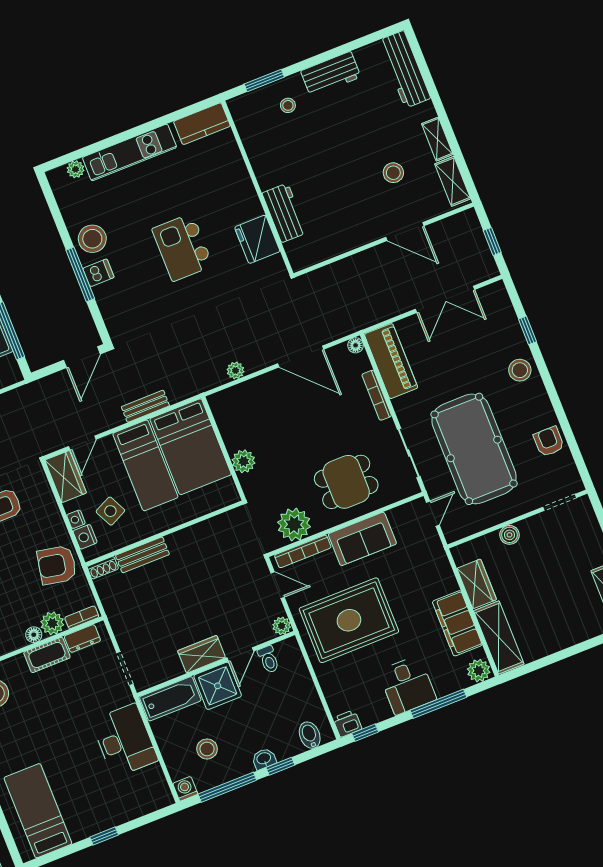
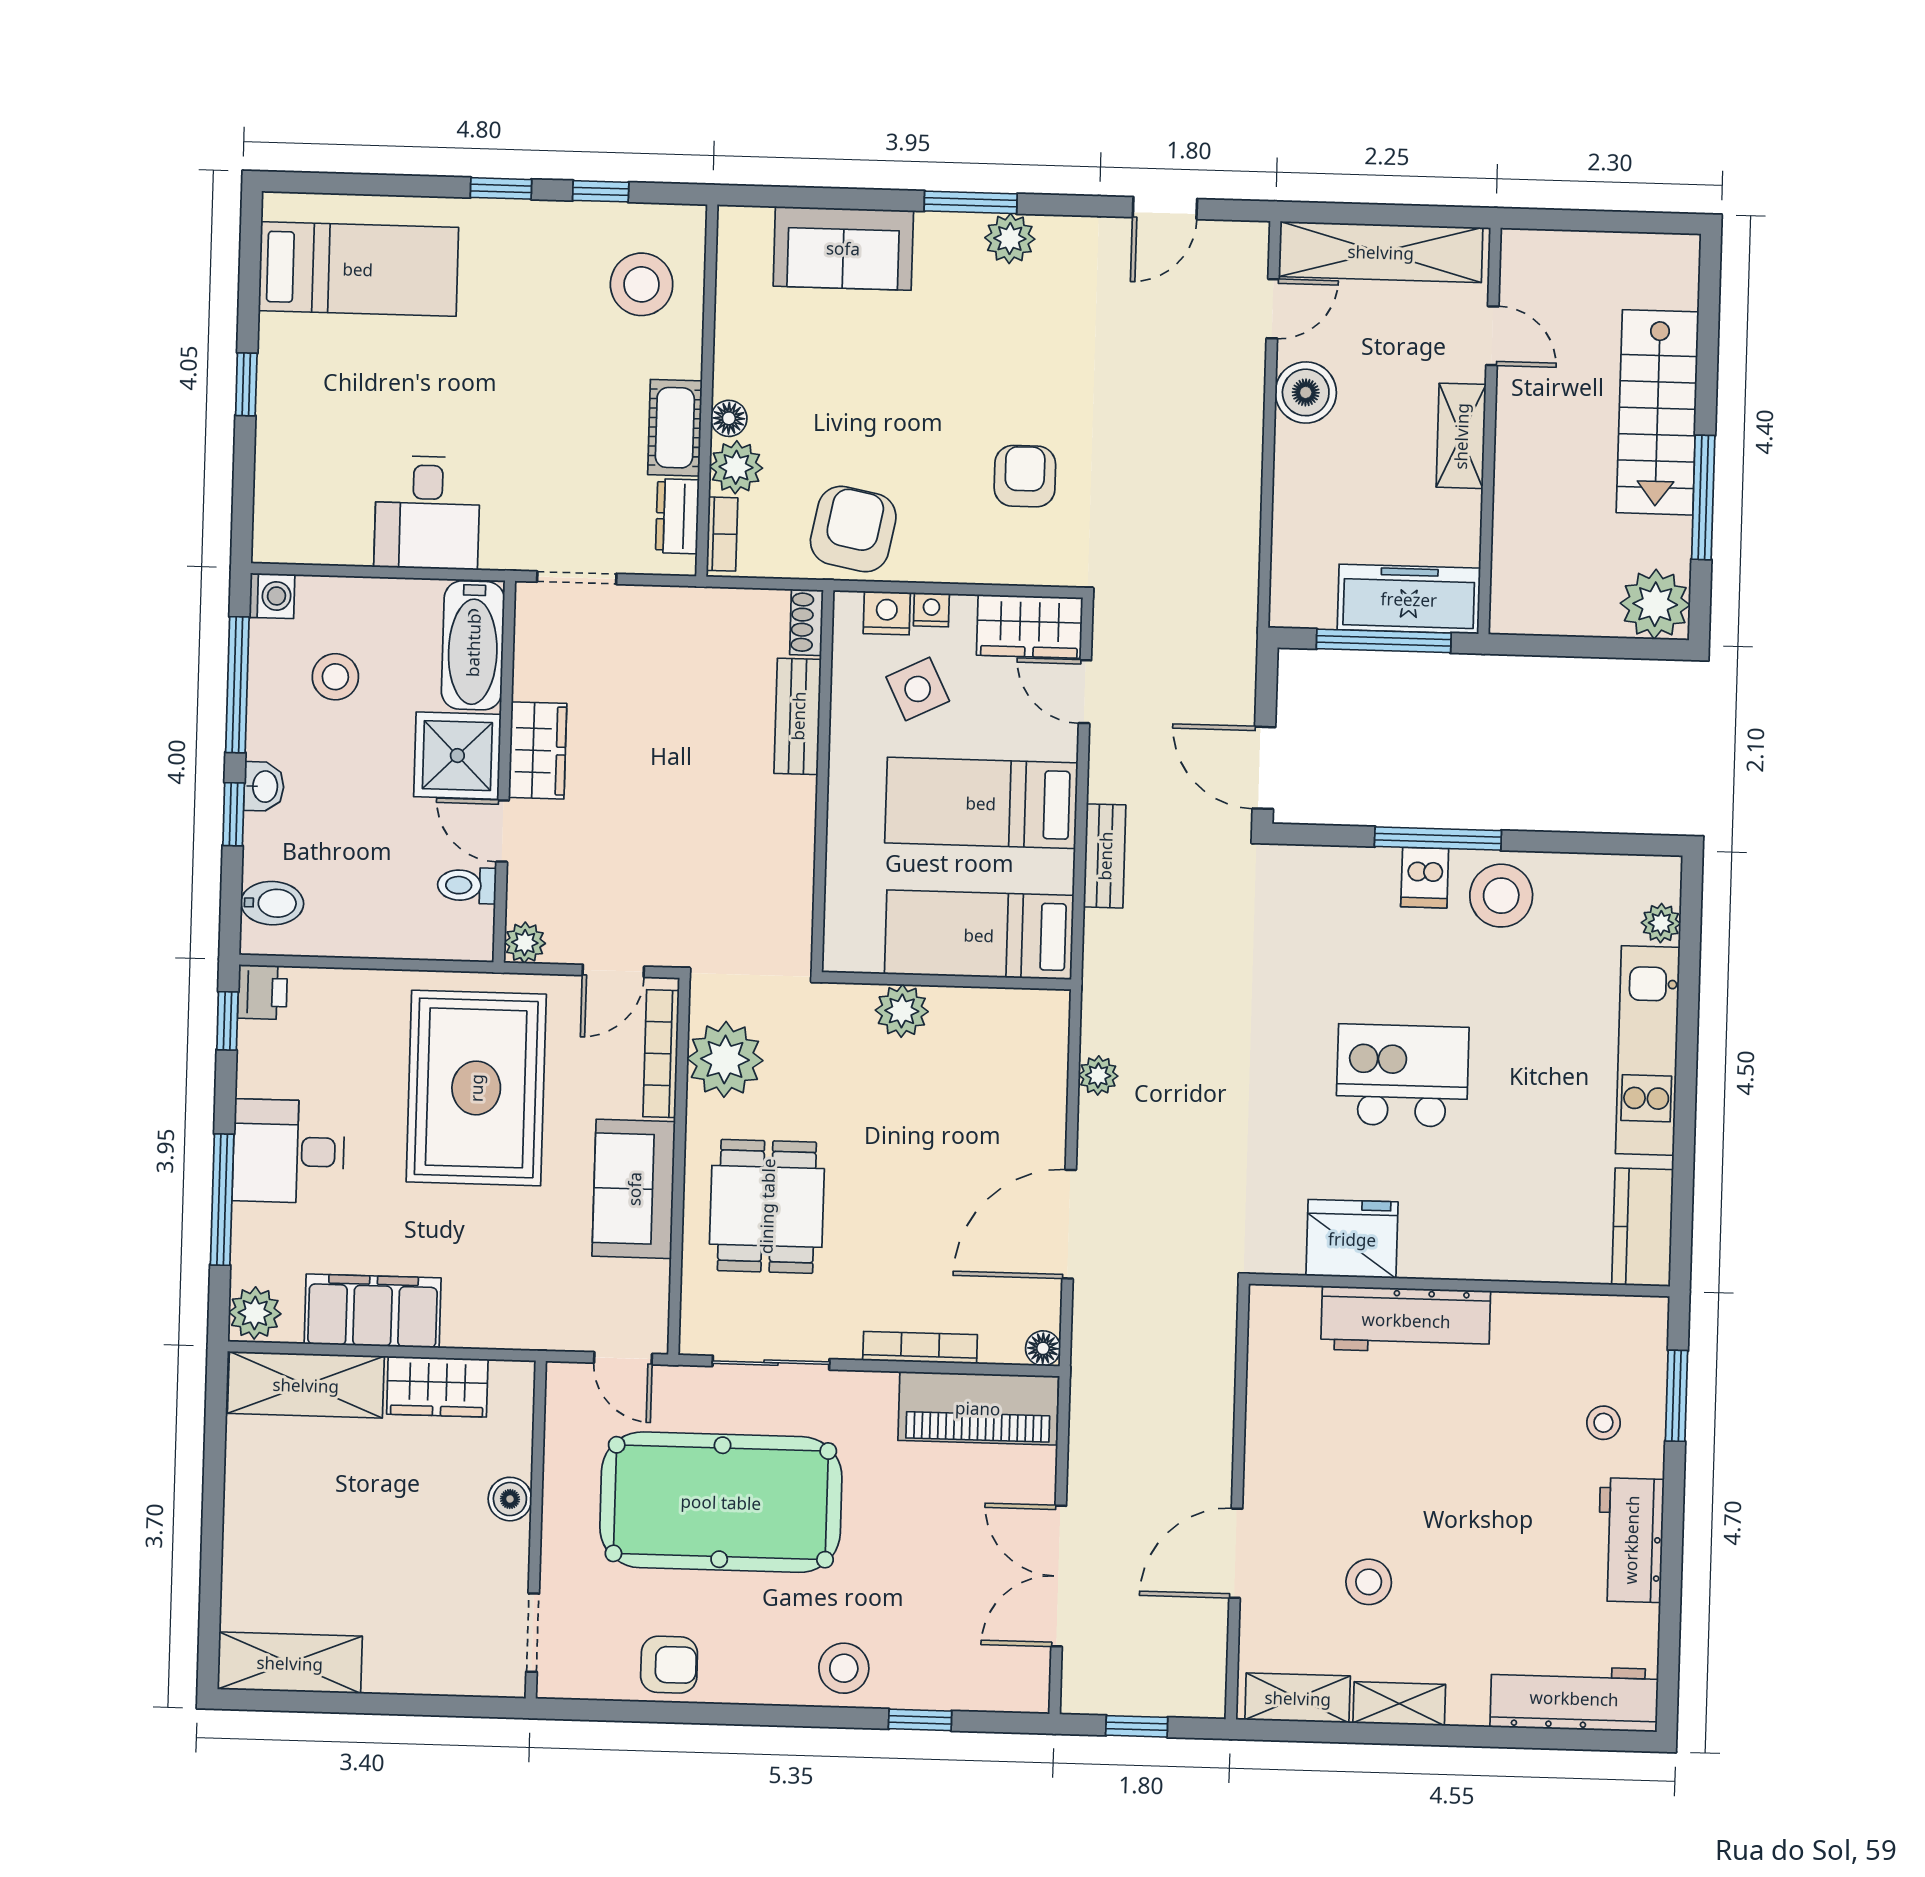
workbench: (285, 213) -> (1406, 1320), width x1.38
bed: (191, 447) -> (979, 935), width x0.67
desk: (124, 740) -> (427, 512), width x0.73

